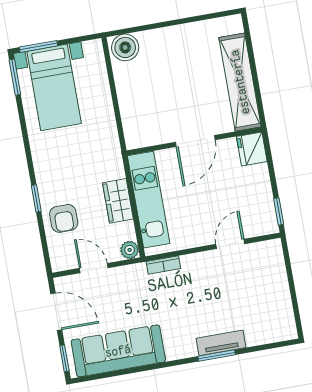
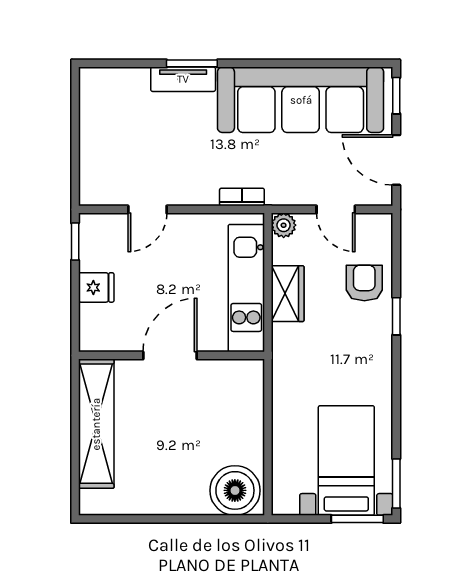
boiler: (125, 47) -> (235, 490), width x1.37, depth x1.37
fridge: (252, 149) -> (96, 287), moved, width x0.72
sofa: (118, 351) -> (301, 100), width x1.36, depth x1.27

